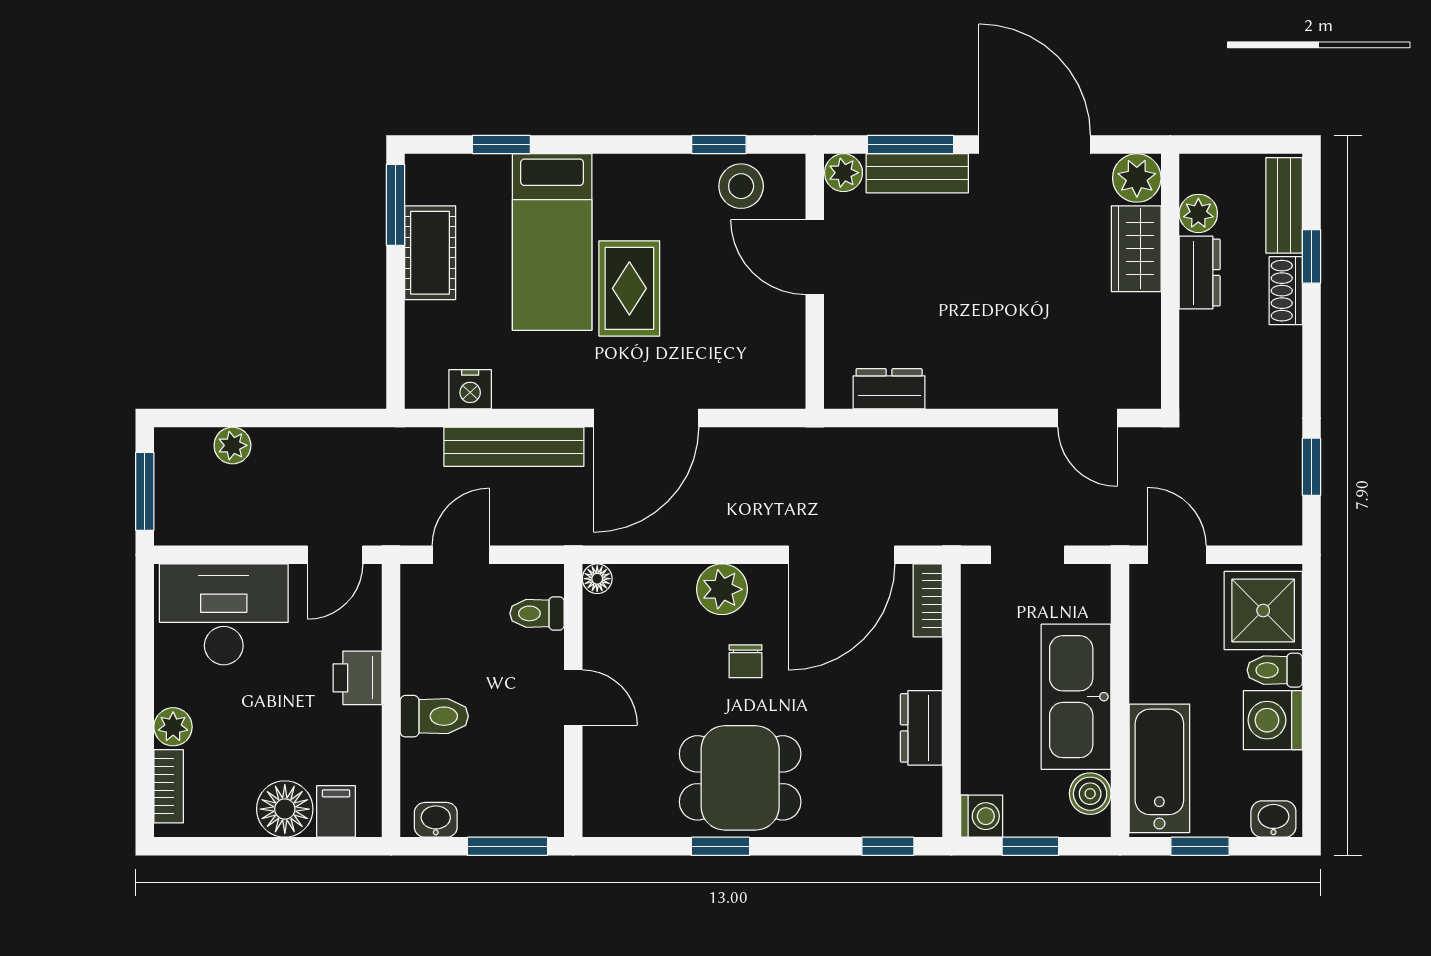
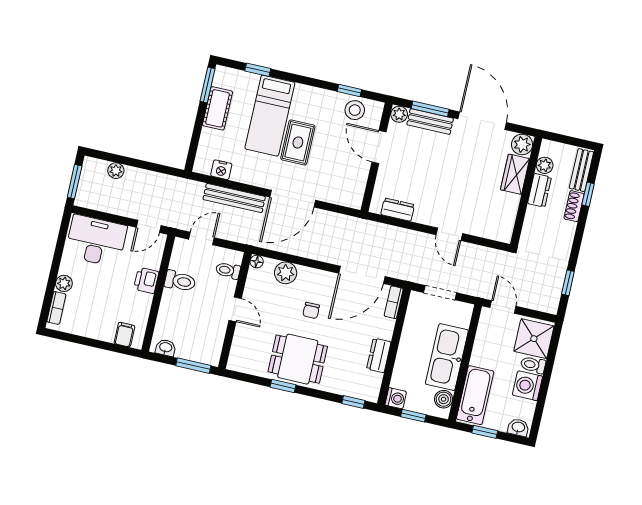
door: (1088, 418) -> (449, 234), moved
plant: (722, 589) -> (286, 273), moved
toilet: (434, 716) -> (180, 281), moved
floor lamp: (285, 809) -> (103, 329), removed

